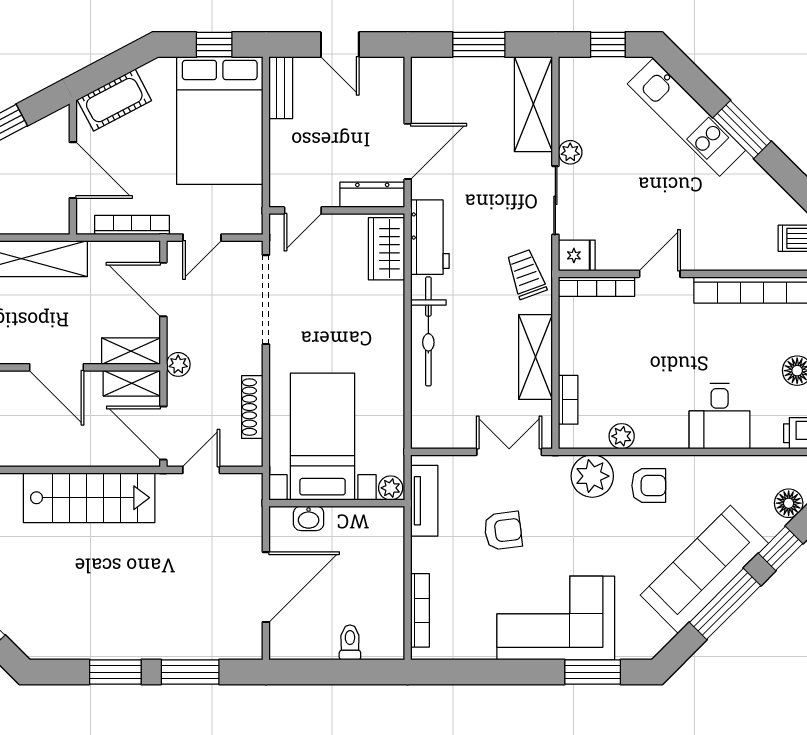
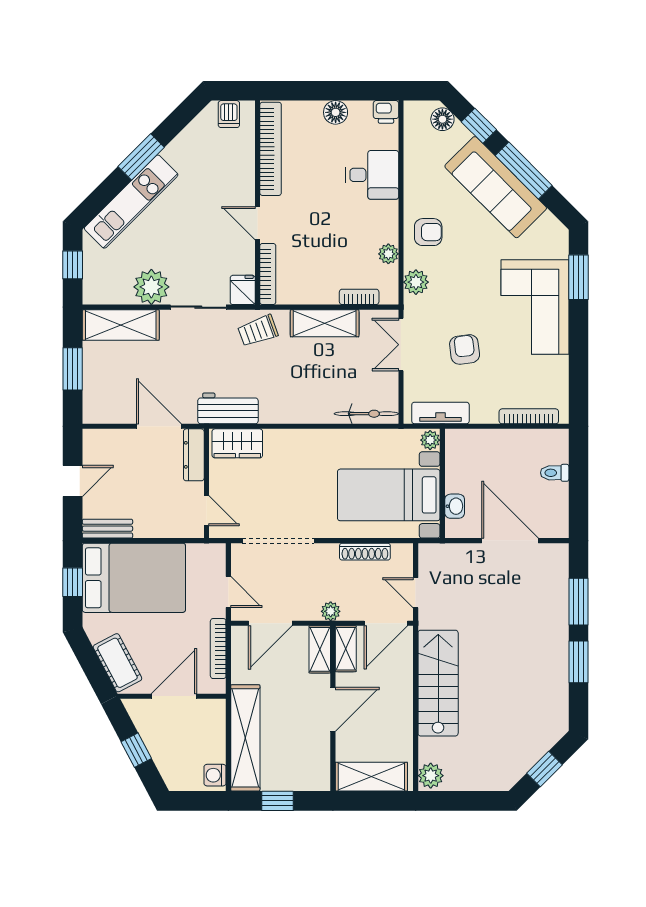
plant: (570, 152) -> (151, 287), width x1.87, depth x1.87
bicycle: (428, 331) -> (366, 414), moved, width x0.73, depth x0.71
plant: (592, 476) -> (416, 282), width x0.73, depth x0.73
armchair: (649, 486) -> (428, 232), turned 90

